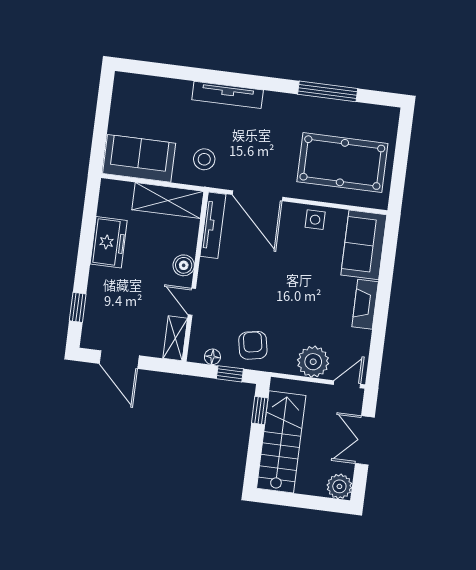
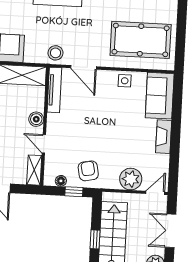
stool: (204, 159) -> (55, 53), moved
door: (257, 196) -> (84, 67), width x0.73
window: (260, 411) -> (95, 239), moved

